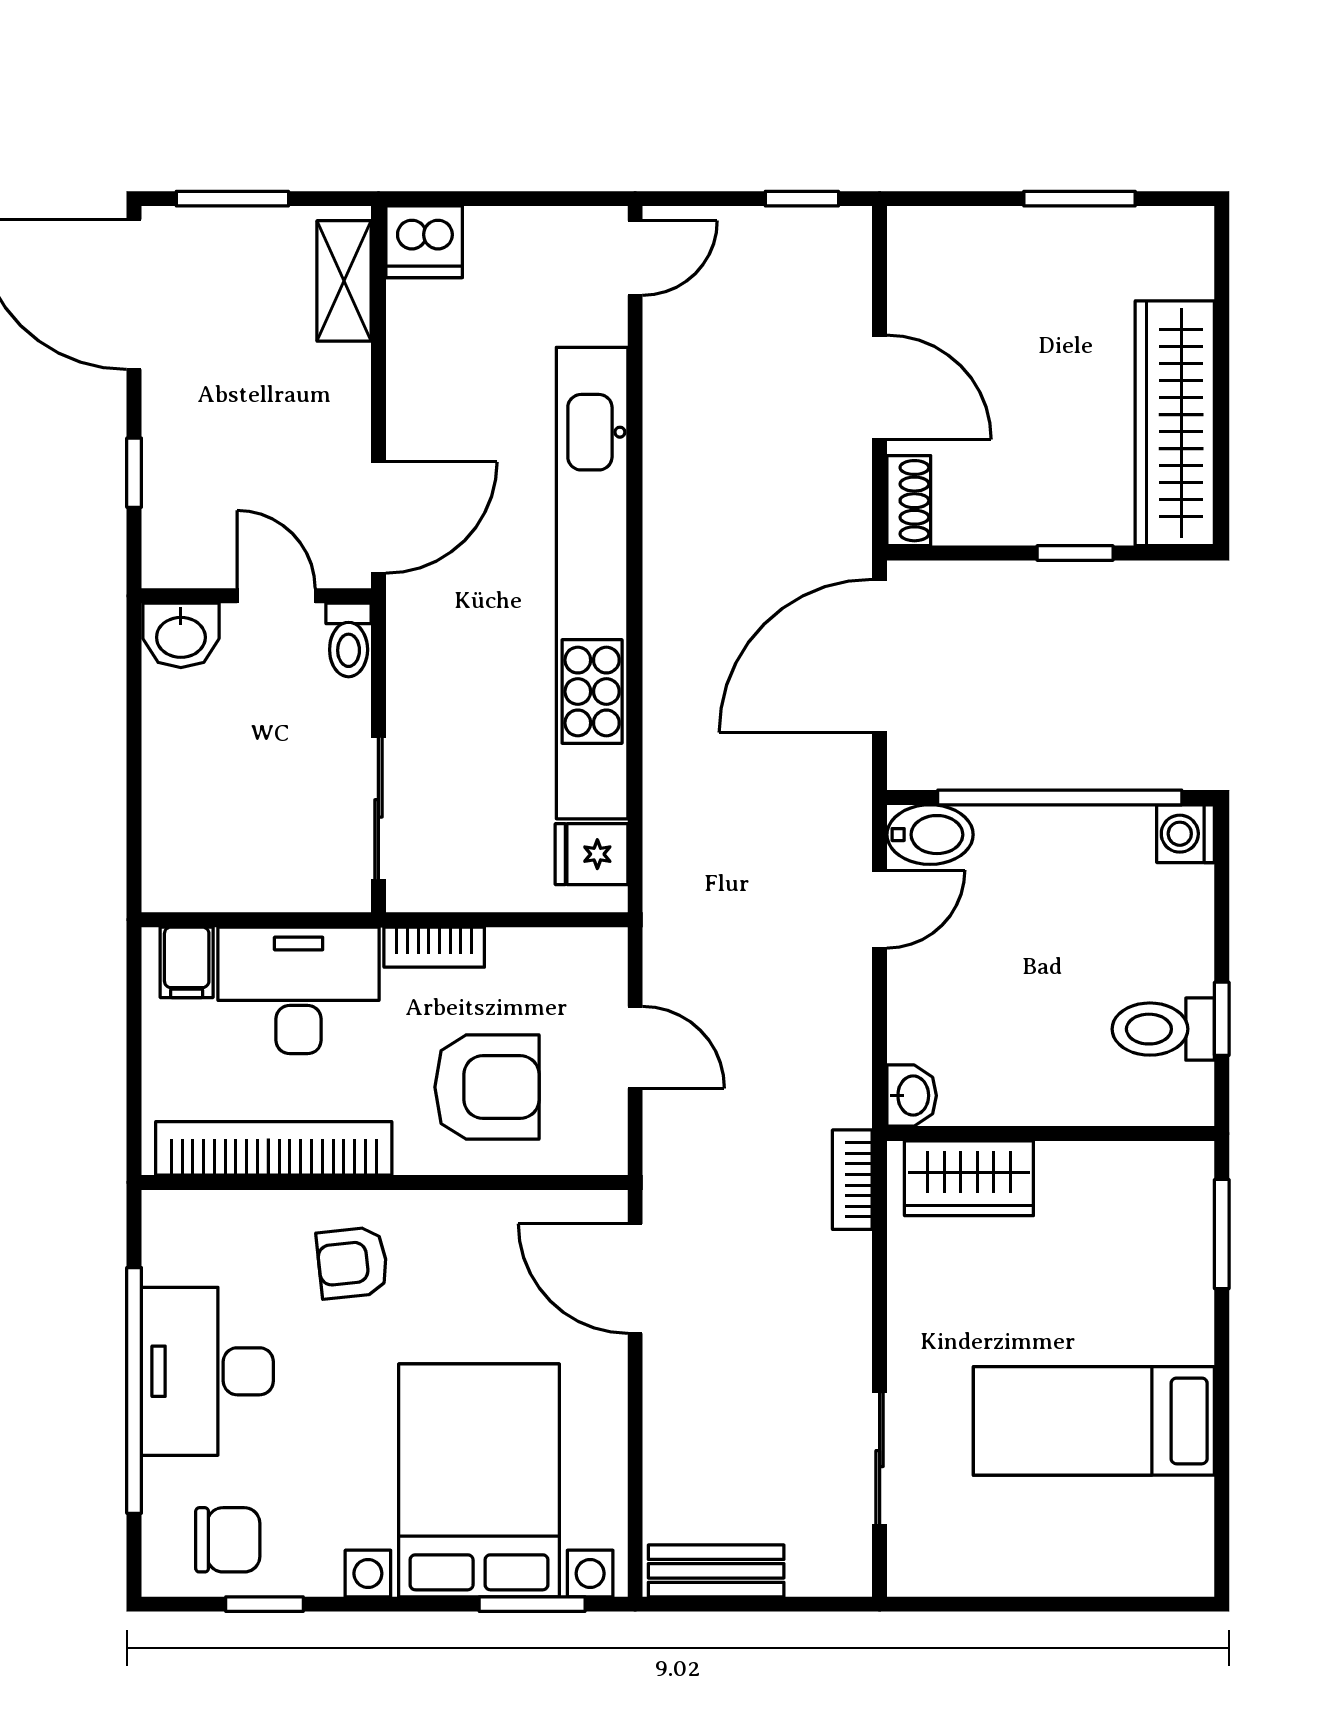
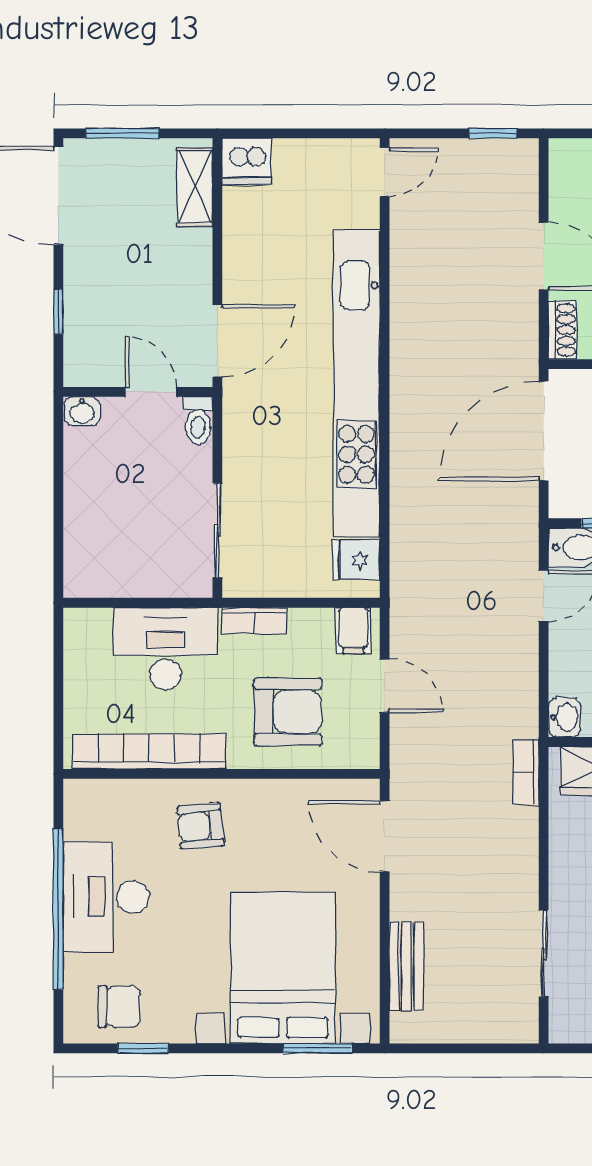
washbasin: (181, 635) -> (82, 411), width x0.72, depth x0.69
filing cabinet: (187, 962) -> (354, 631), moved
bench: (716, 1571) -> (406, 966), moved, turned 90

